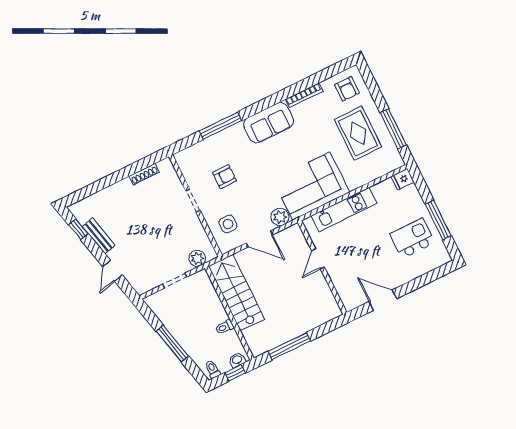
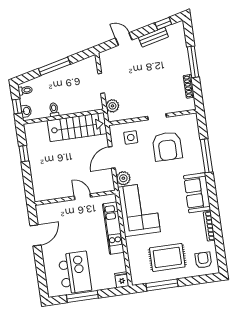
armchair: (347, 89) -> (203, 260), turned 90
armchair: (225, 177) -> (167, 146), width x1.88, depth x1.88
window: (113, 179) -> (193, 62), added
kitchen island: (412, 238) -> (75, 273), width x1.37, depth x1.28
window: (289, 346) -> (24, 154), width x0.46

